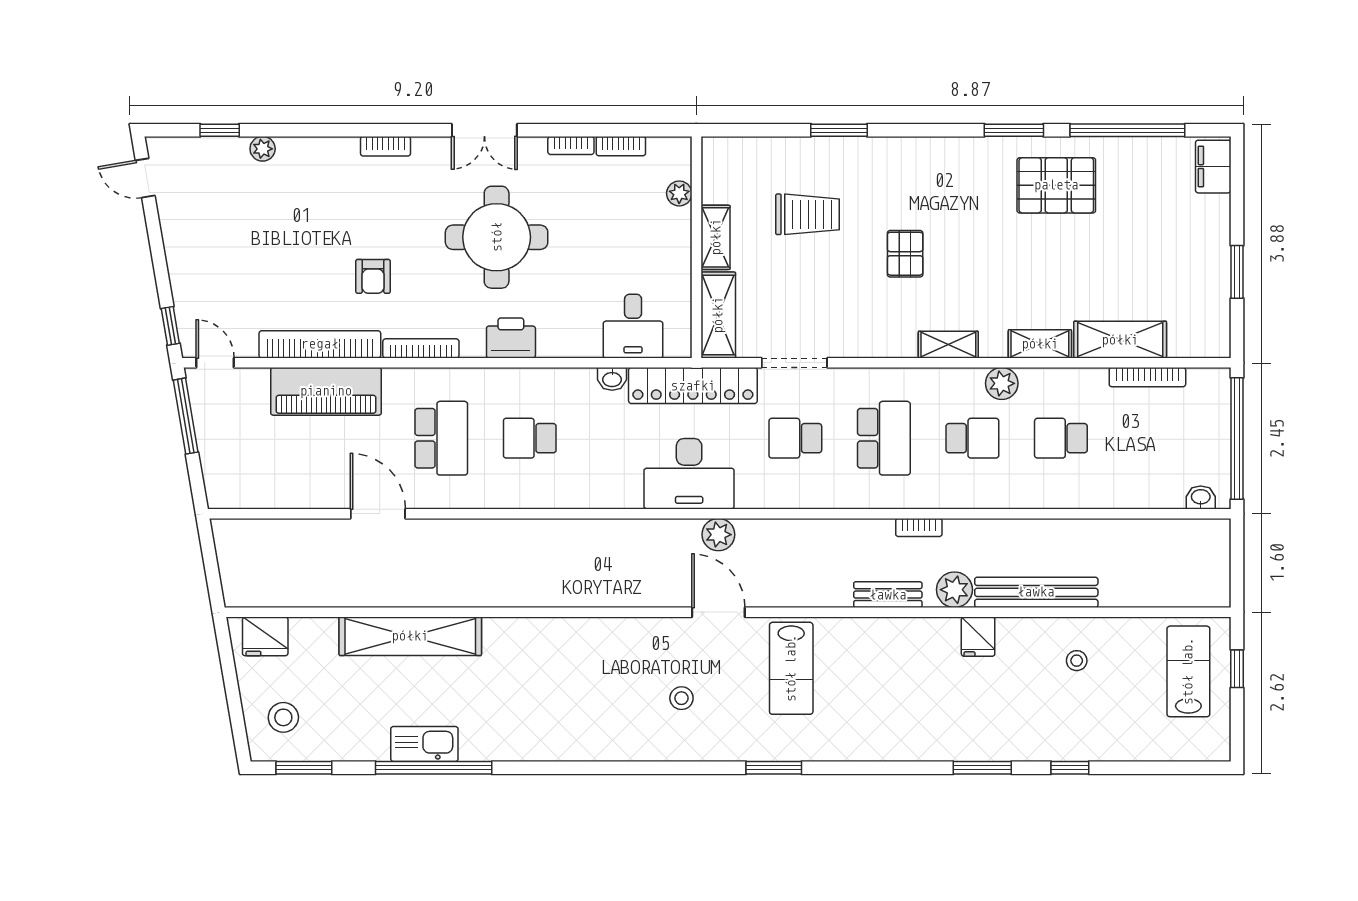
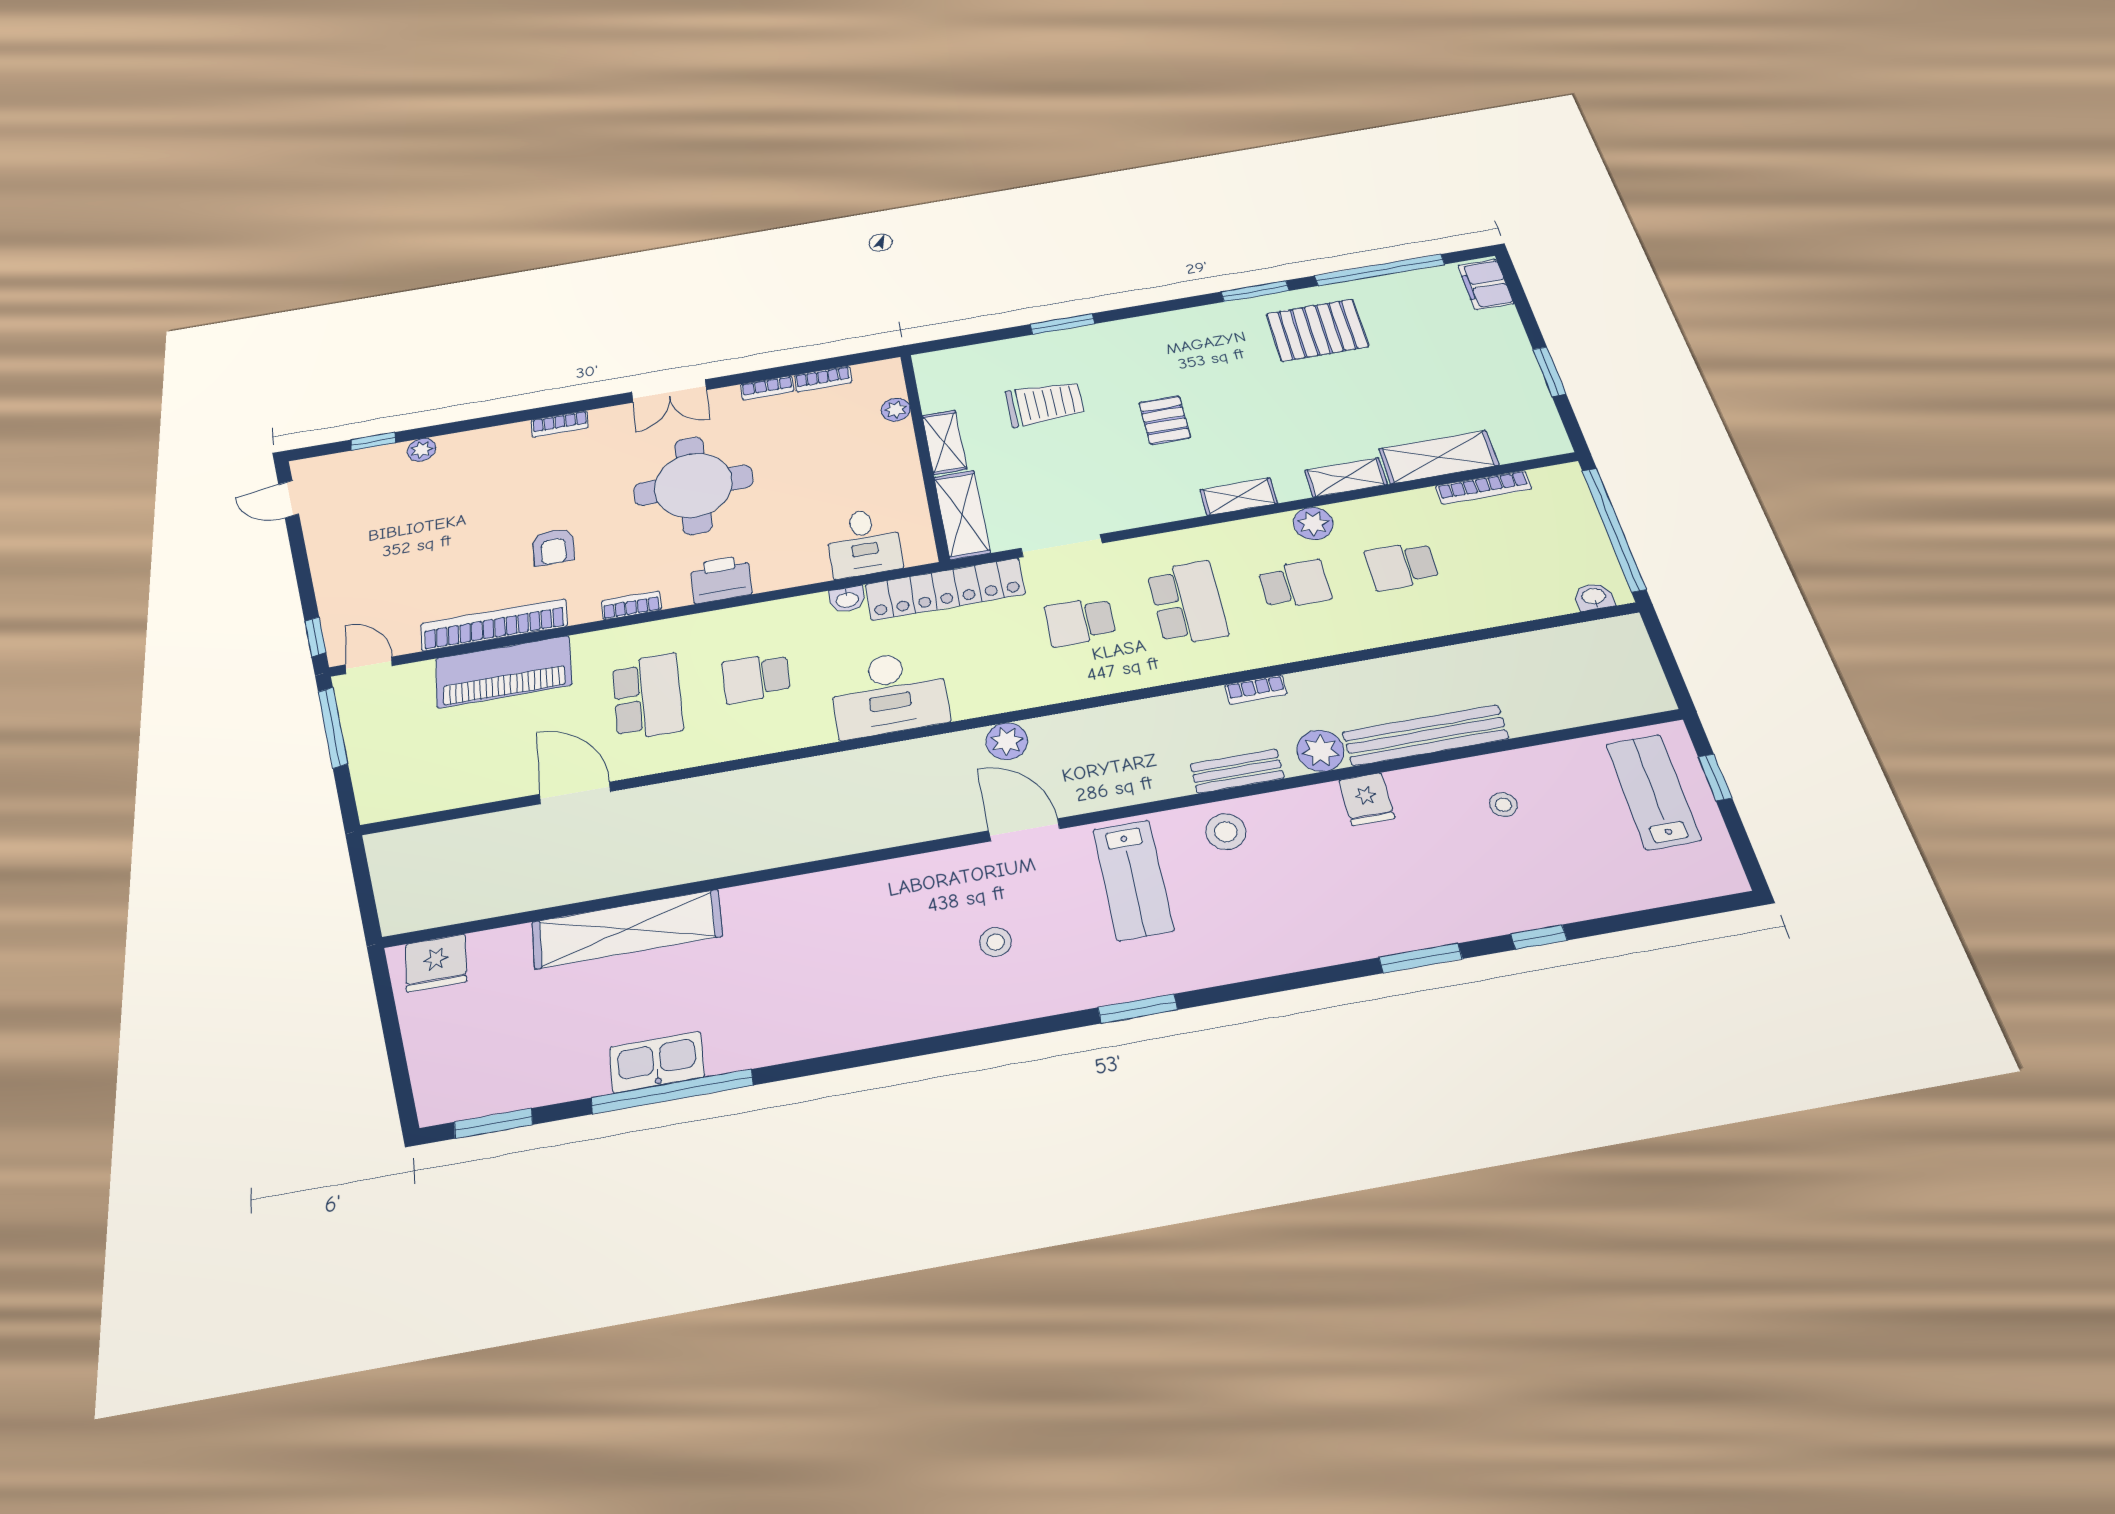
bookcase: (421, 348) -> (631, 605), width x0.64
desk: (689, 474) -> (889, 693), moved
stool: (283, 717) -> (1226, 832), moved

